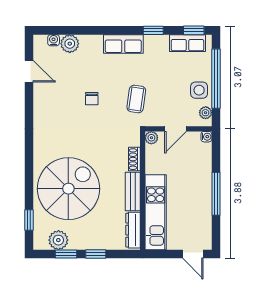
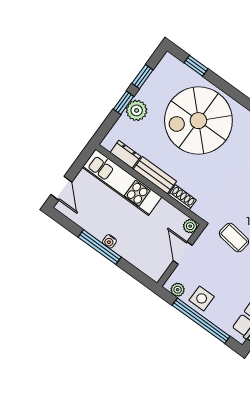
water cooler: (206, 137) -> (109, 241), moved
spiral stairs: (68, 189) -> (198, 121), turned 90
dresser: (133, 230) -> (125, 154), width x0.70
plant: (58, 240) -> (137, 110), moved
door: (193, 254) -> (61, 188), swing flipped

